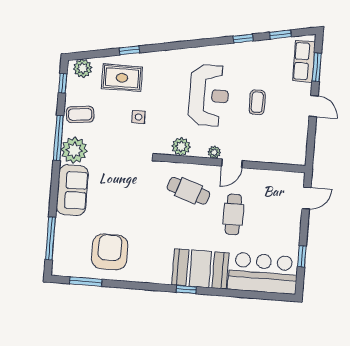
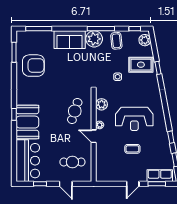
rug: (122, 78) -> (141, 65), turned 90
door: (306, 198) -> (66, 184), moved
cafe table: (233, 214) -> (72, 162), moved

